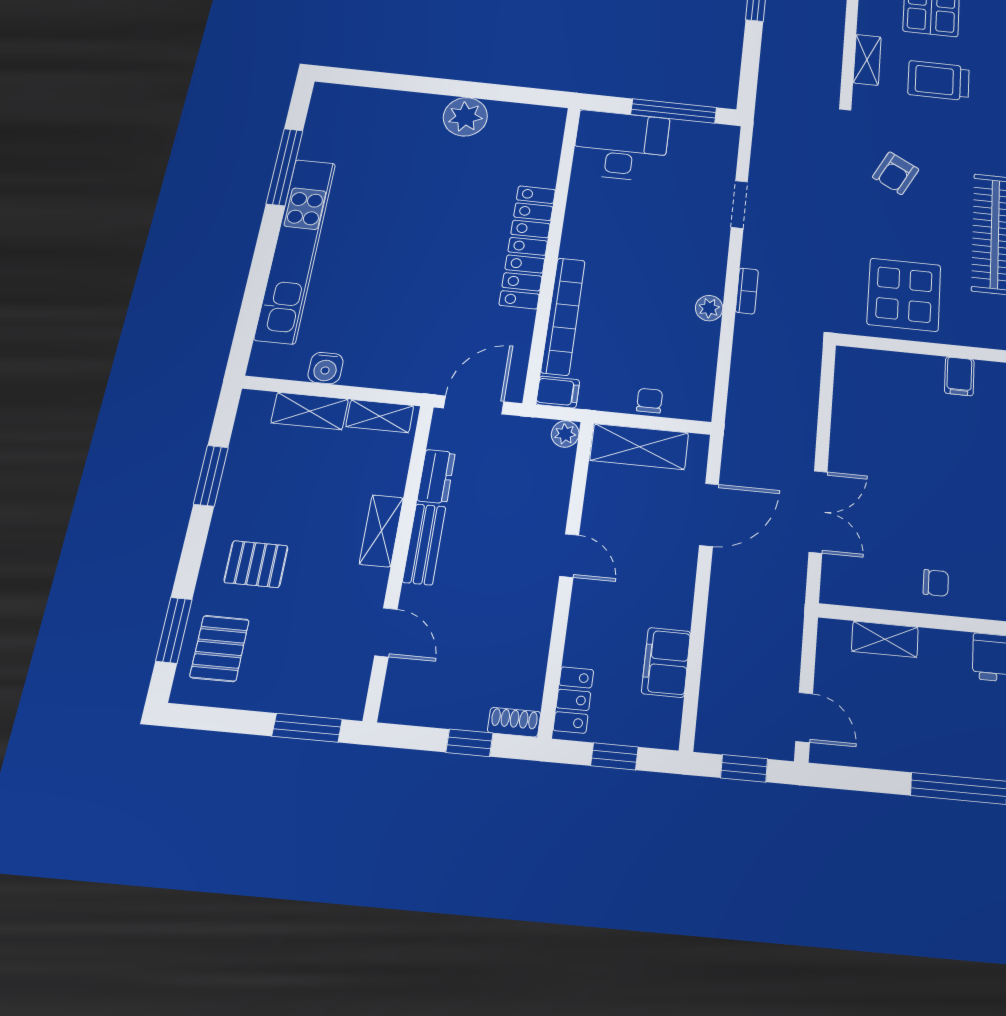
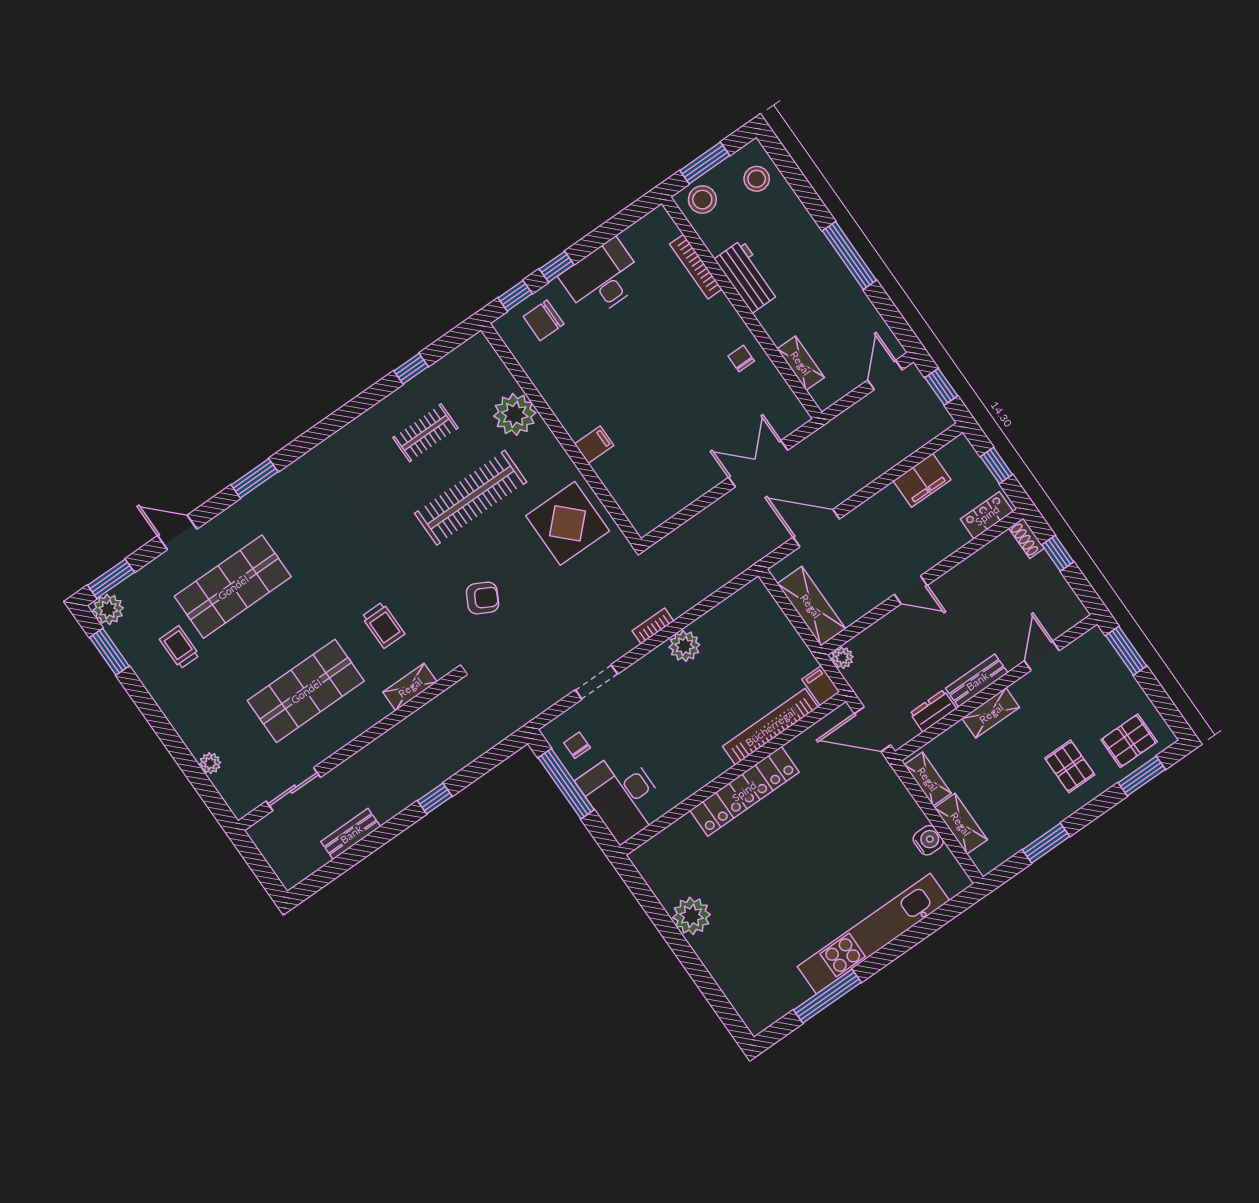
trolley: (939, 81) -> (383, 625), width x0.73, depth x0.72
plant: (709, 308) -> (684, 646), width x1.38, depth x1.38
chair: (650, 401) -> (577, 745), moved, turned 90
door: (569, 556) -> (911, 590), swing flipped

